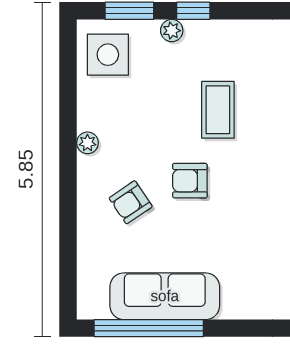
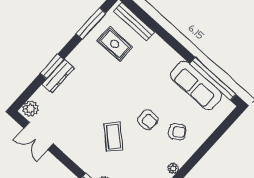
coffee table: (218, 110) -> (113, 137), turned -48

